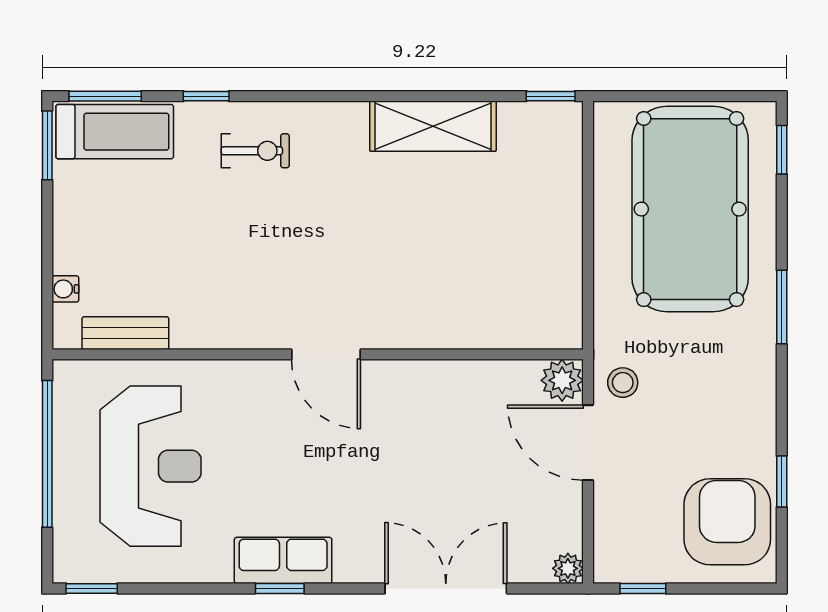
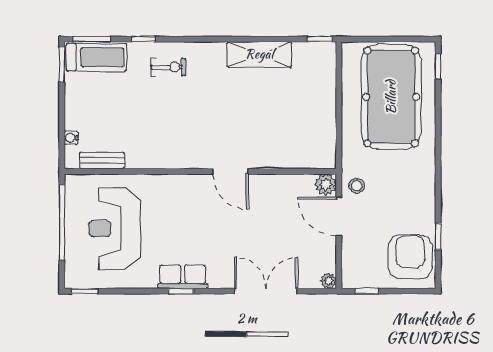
window: (782, 307) -> (438, 147), removed
door: (326, 354) -> (230, 171), moved
reception desk: (151, 466) -> (115, 229), turned 180

